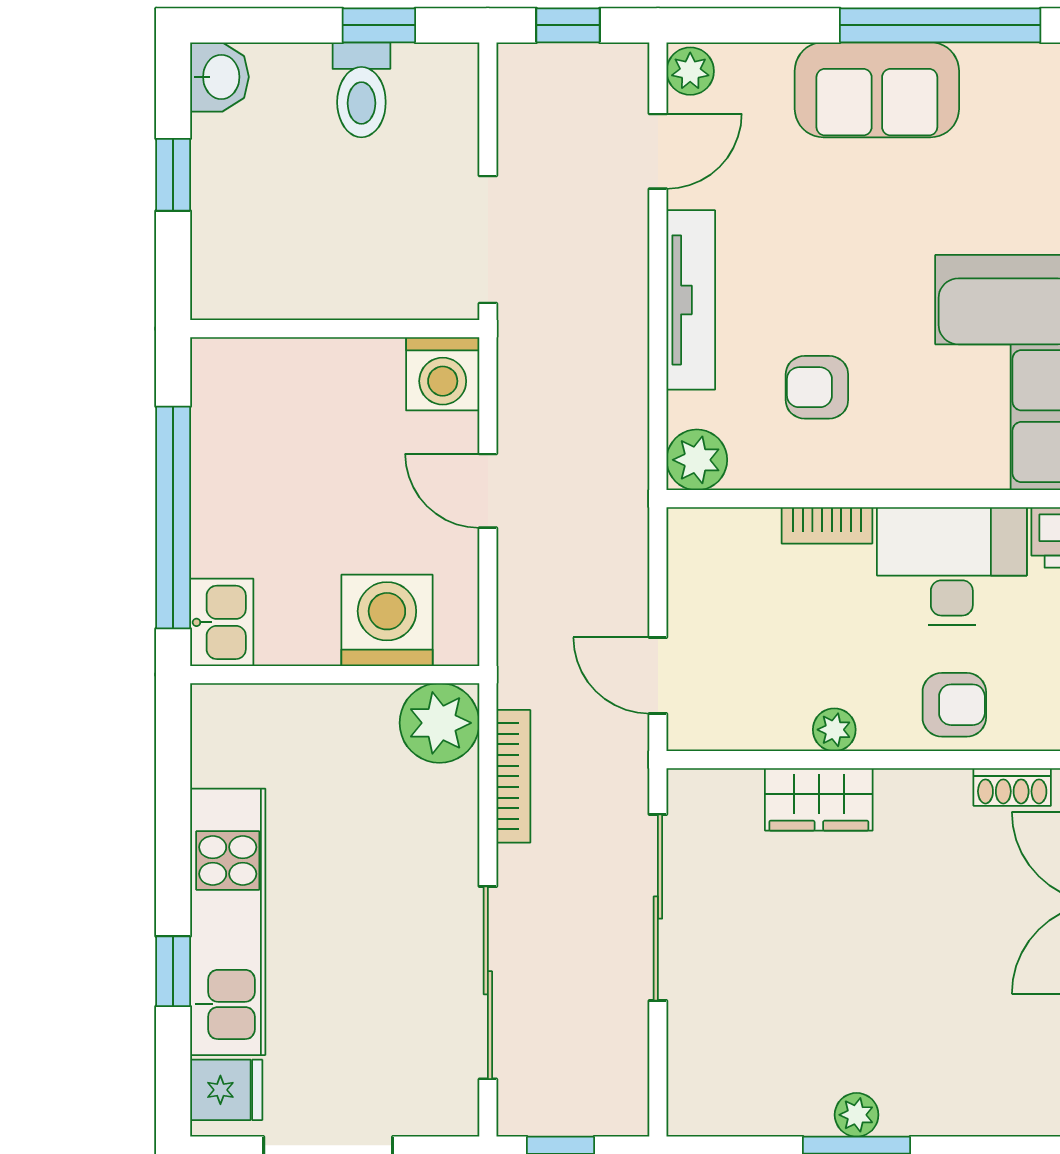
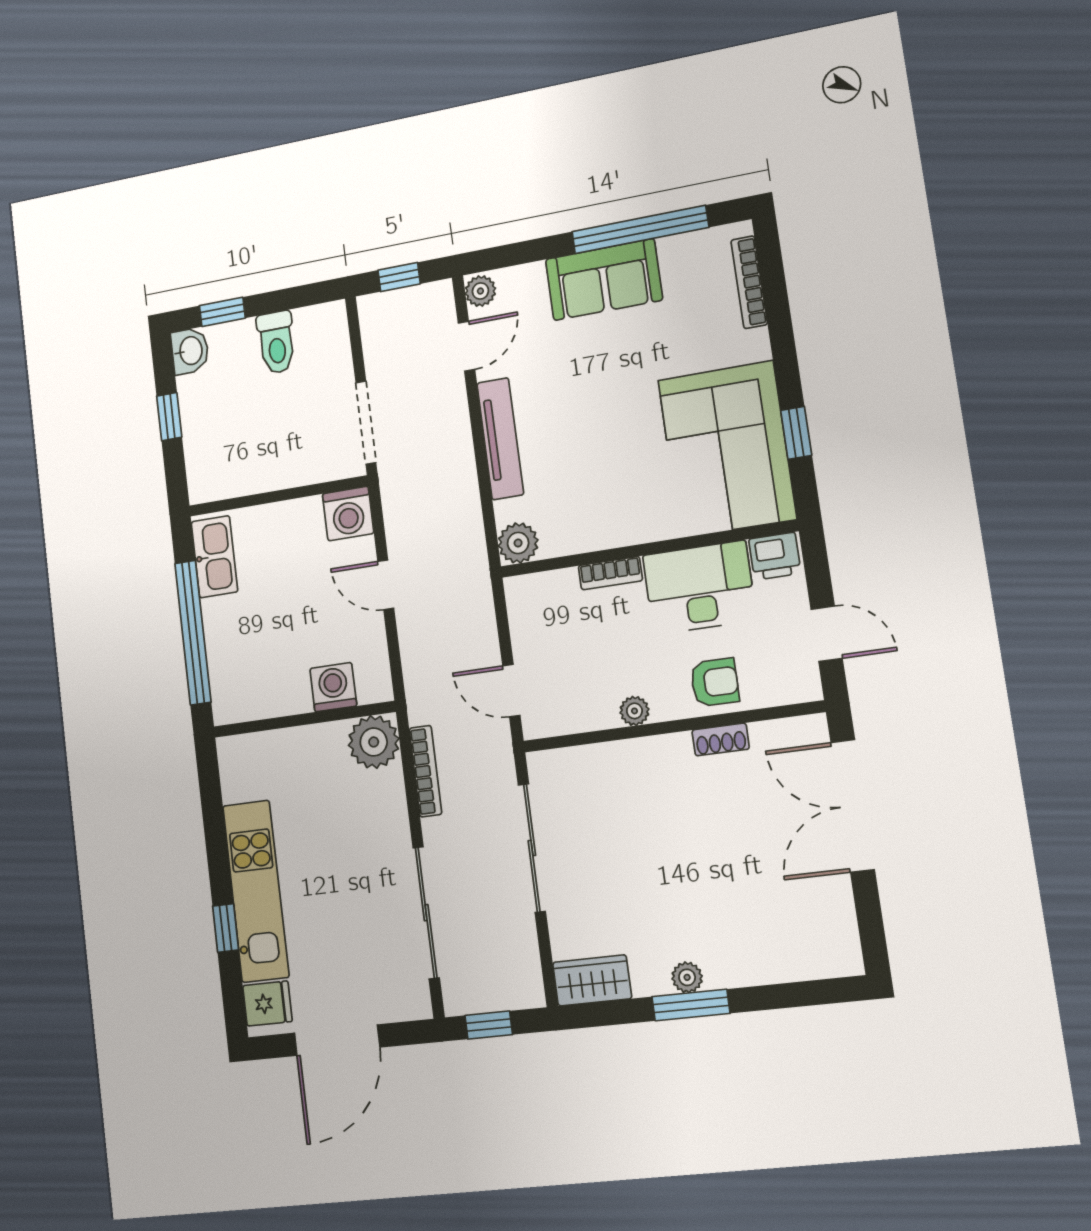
window: (379, 25) -> (222, 312), moved
armchair: (817, 387) -> (591, 482), removed
washing machine: (387, 620) -> (333, 687), width x0.73, depth x0.73
kitchen sink: (222, 622) -> (214, 557), moved, width x1.38
shoe rack: (1012, 787) -> (721, 739), moved
wardrobe: (819, 799) -> (592, 980), moved, turned 180

